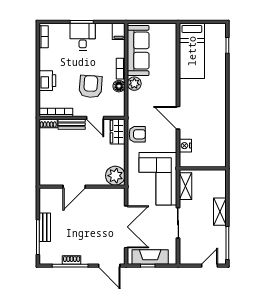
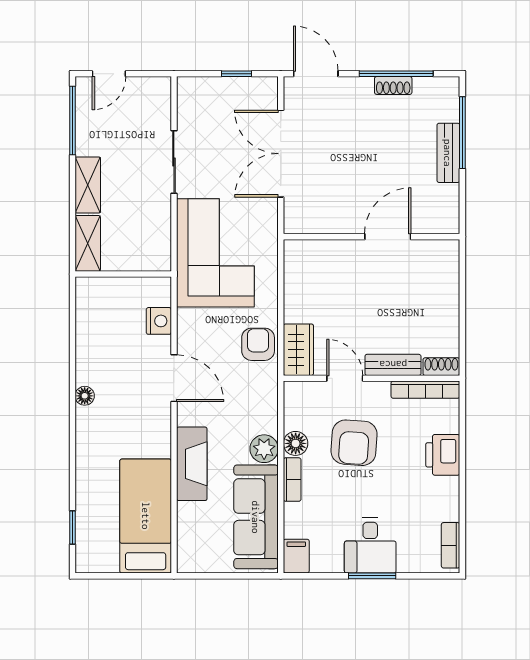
floor lamp: (221, 109) -> (85, 396), added
armchair: (137, 134) -> (258, 344), turned 90
plant: (115, 176) -> (303, 259), removed
shelving: (185, 186) -> (88, 243), moved
fireplace: (150, 257) -> (192, 464), moved, turned -90

